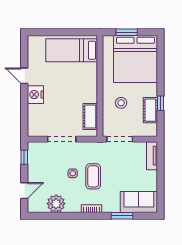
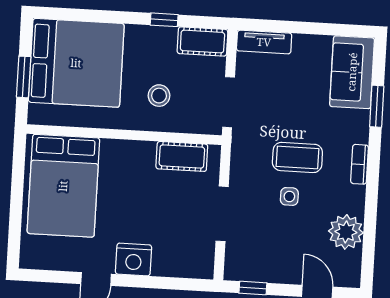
bed: (72, 50) -> (63, 186), width x1.50
cot: (150, 110) -> (202, 41), moved

